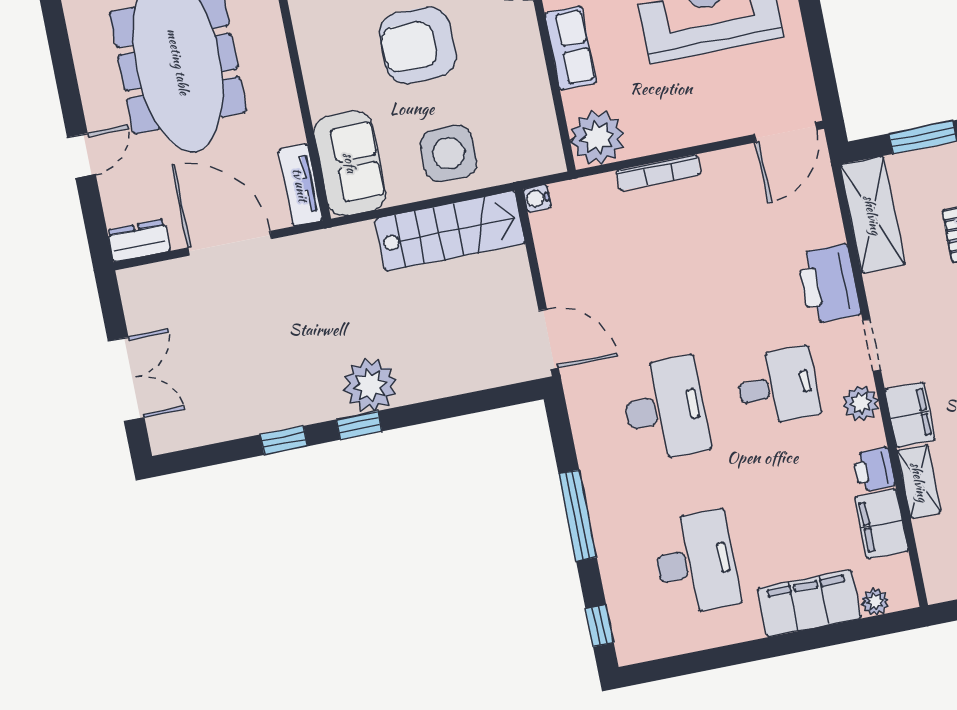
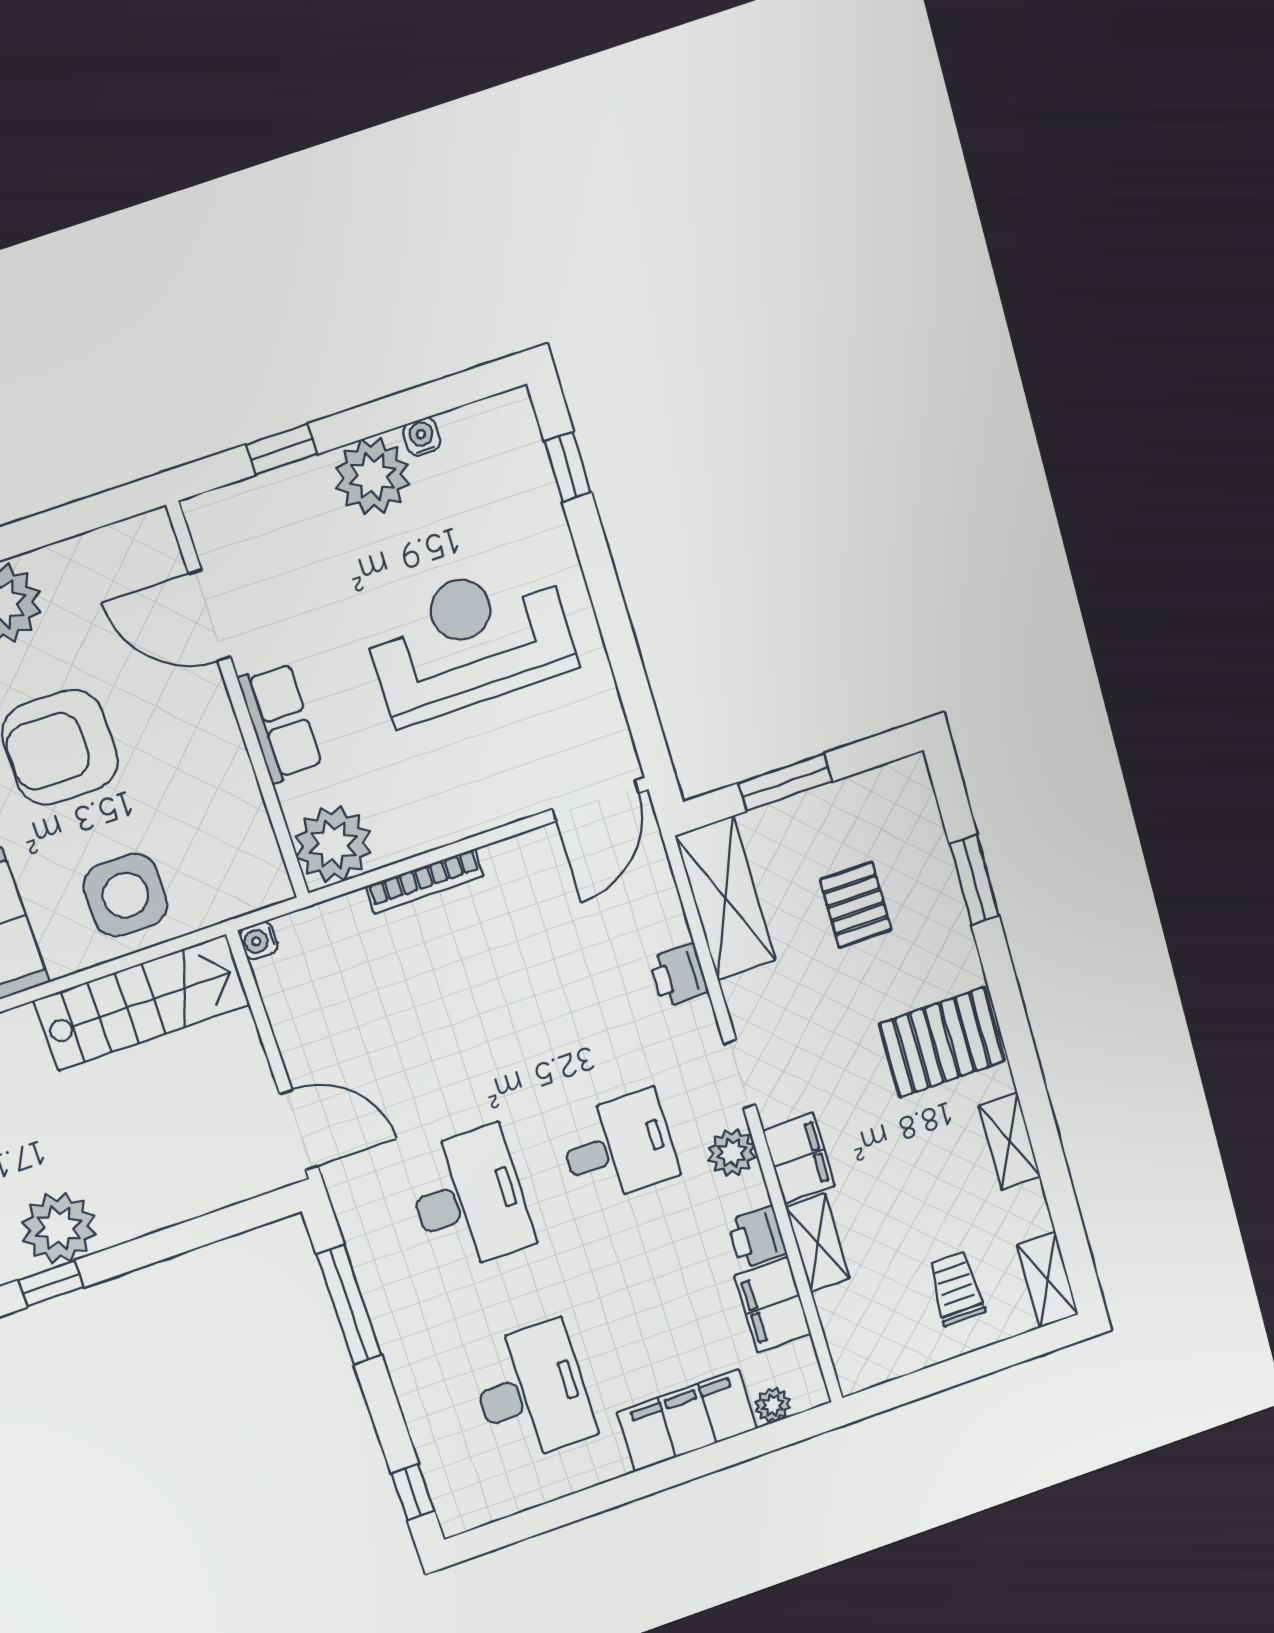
printer: (829, 284) -> (679, 975), width x0.53, depth x0.68
window: (578, 515) -> (349, 1305), moved

